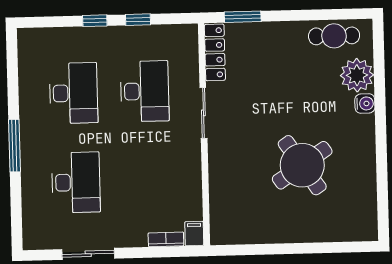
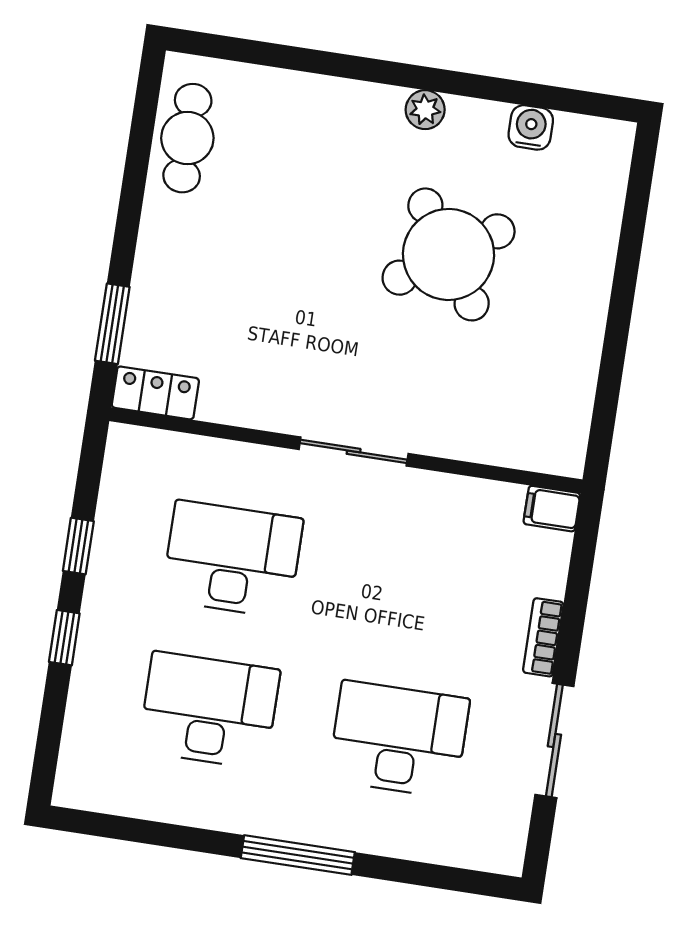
locker: (215, 52) -> (155, 393), width x0.66
plant: (357, 75) -> (425, 110), moved, width x0.53, depth x0.53
water cooler: (365, 103) -> (531, 127), moved
sliding door: (203, 113) -> (354, 451), moved
bookcase: (166, 239) -> (543, 637), moved

